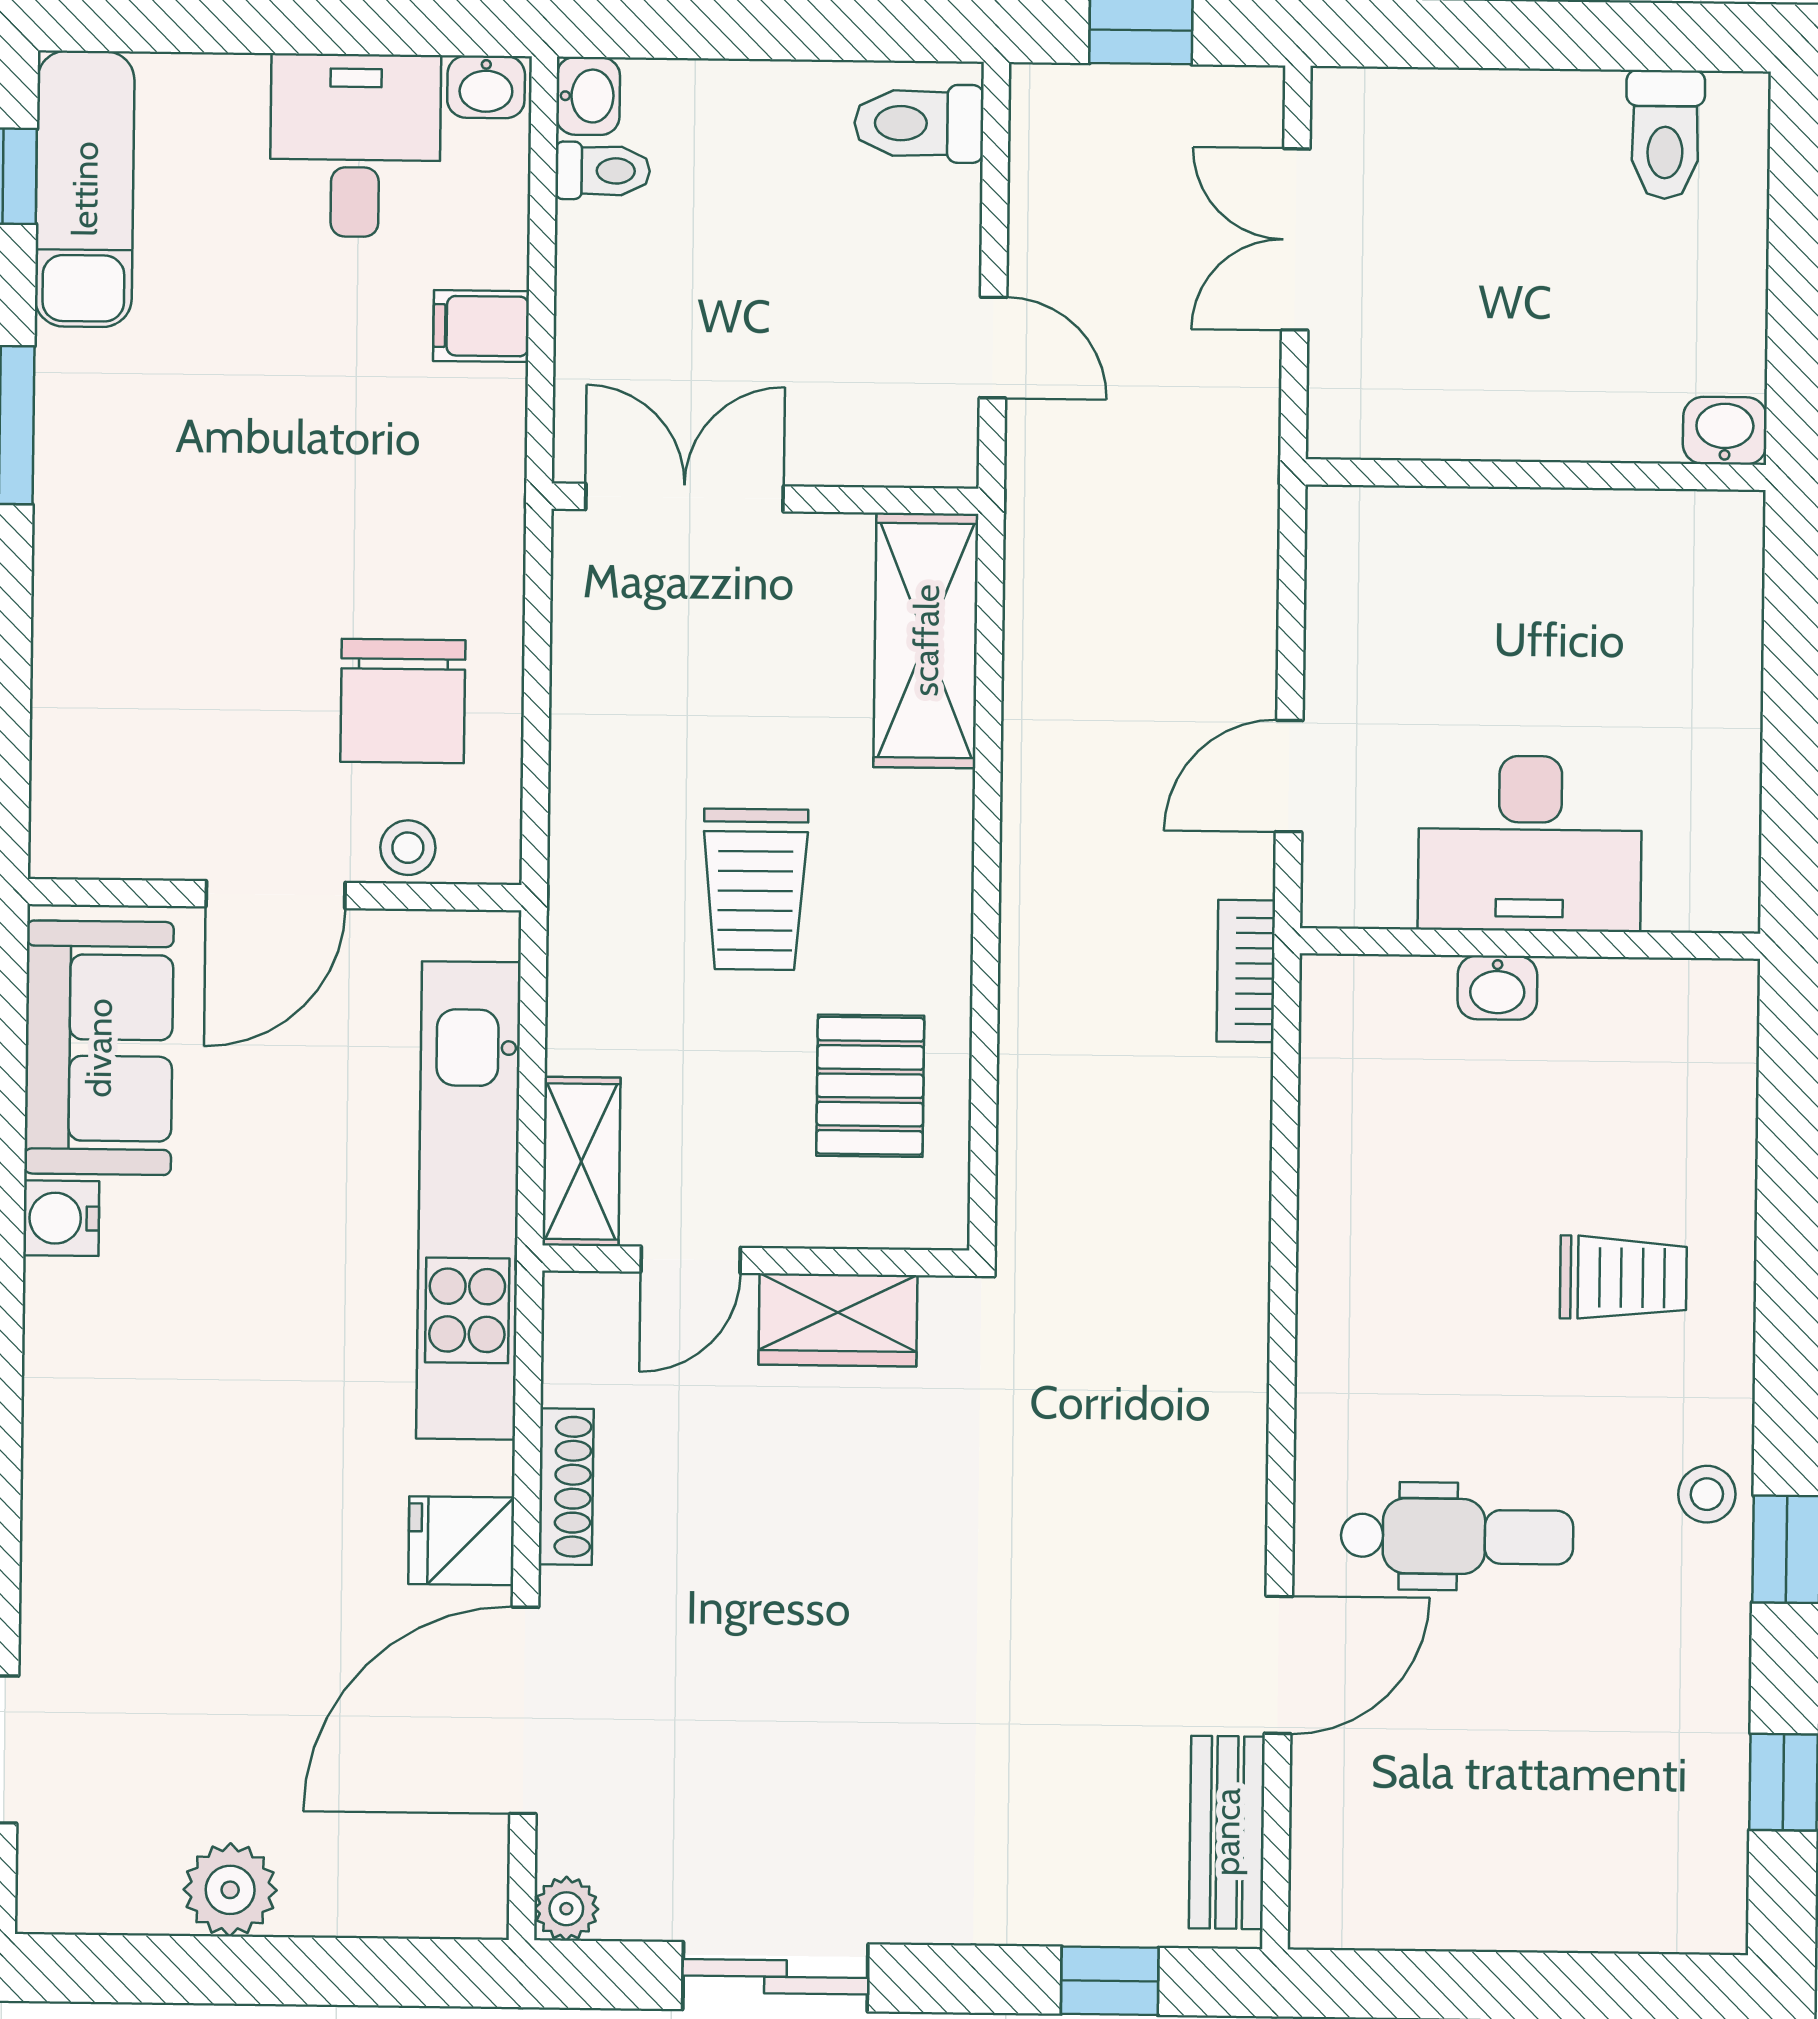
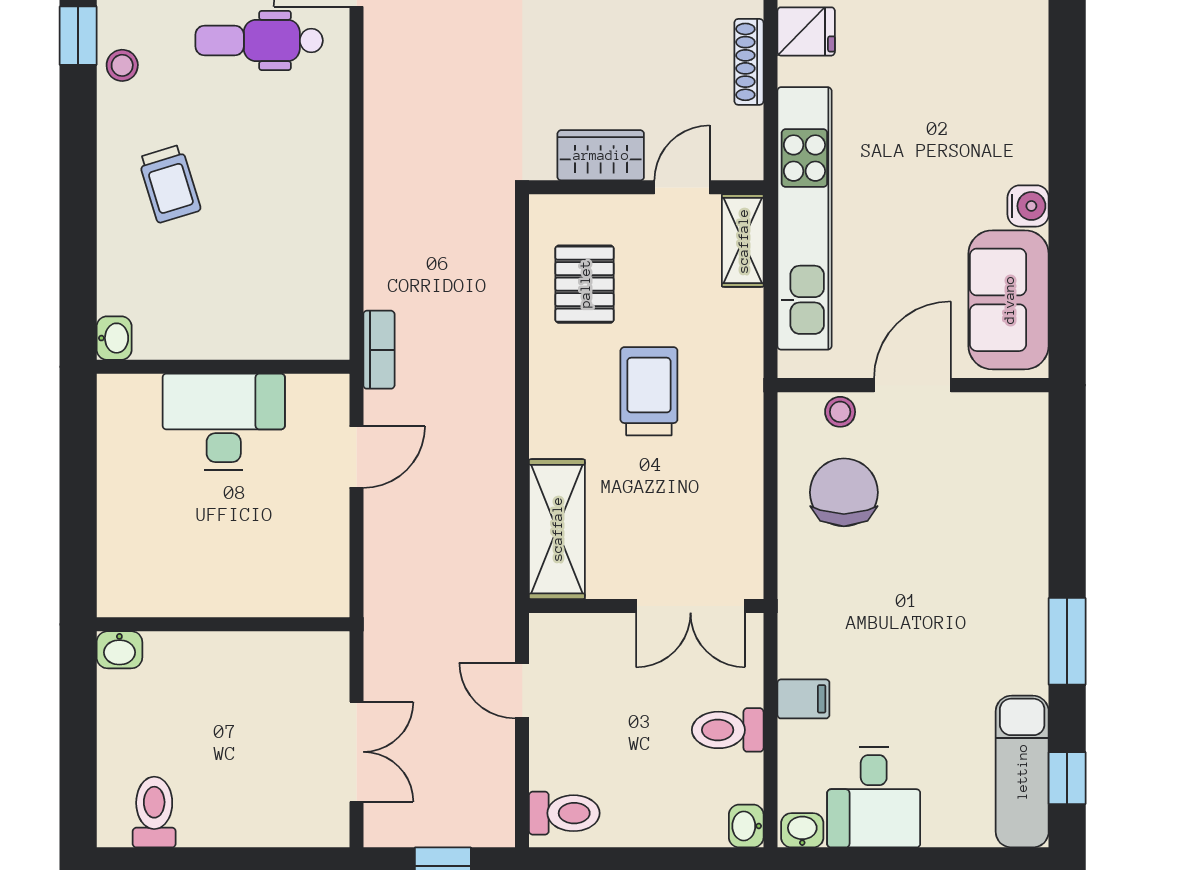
toilet: (603, 171) -> (728, 730), moved, width x1.37, depth x1.39
washbasin: (1497, 988) -> (114, 338), moved, turned 90
trolley: (1623, 1278) -> (169, 184), turned -107

